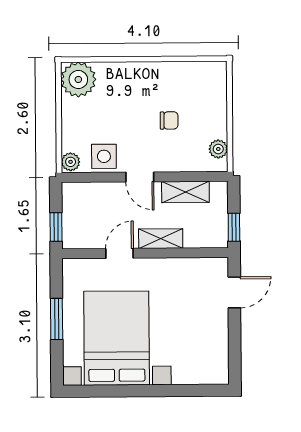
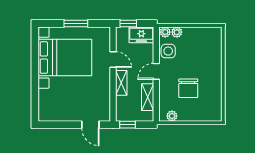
plant: (78, 79) -> (177, 32), moved, width x0.53, depth x0.53
chair: (169, 120) -> (188, 88), width x1.87, depth x1.87
freezer: (76, 204) -> (141, 35), added

